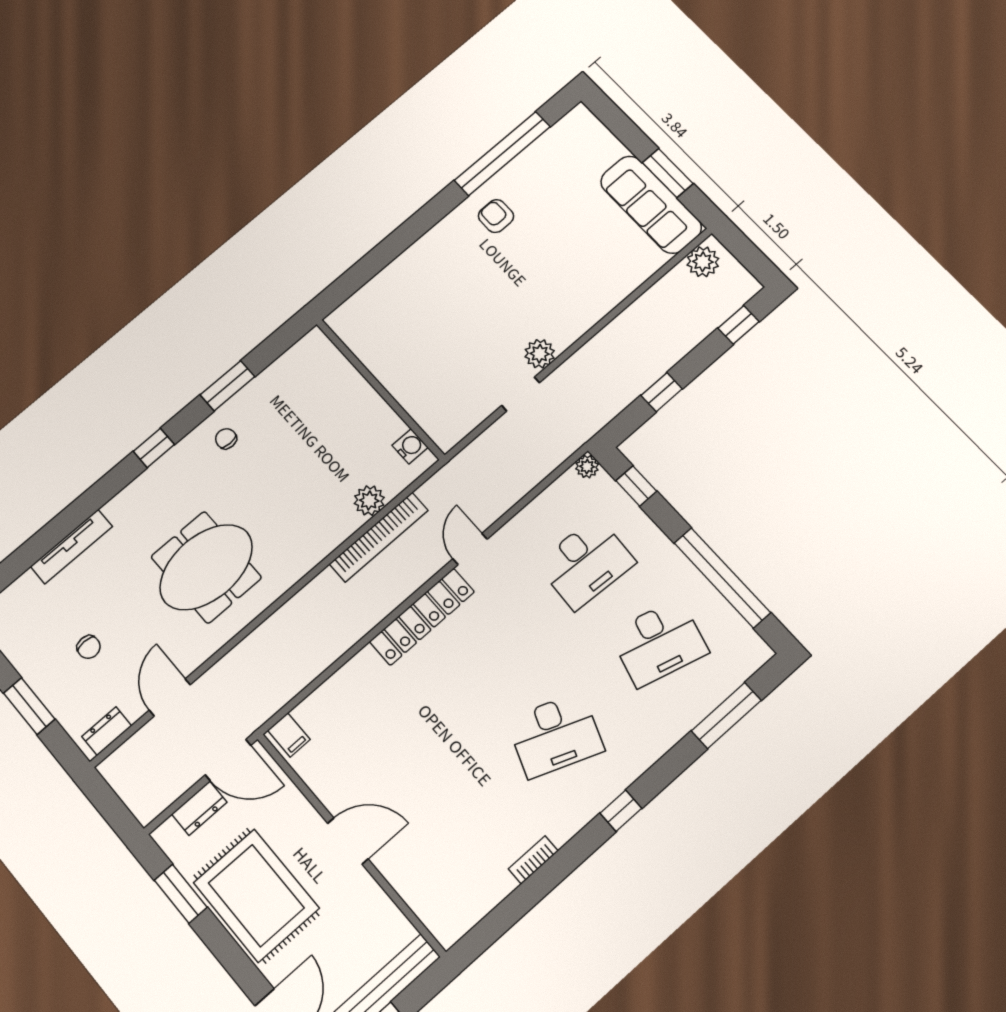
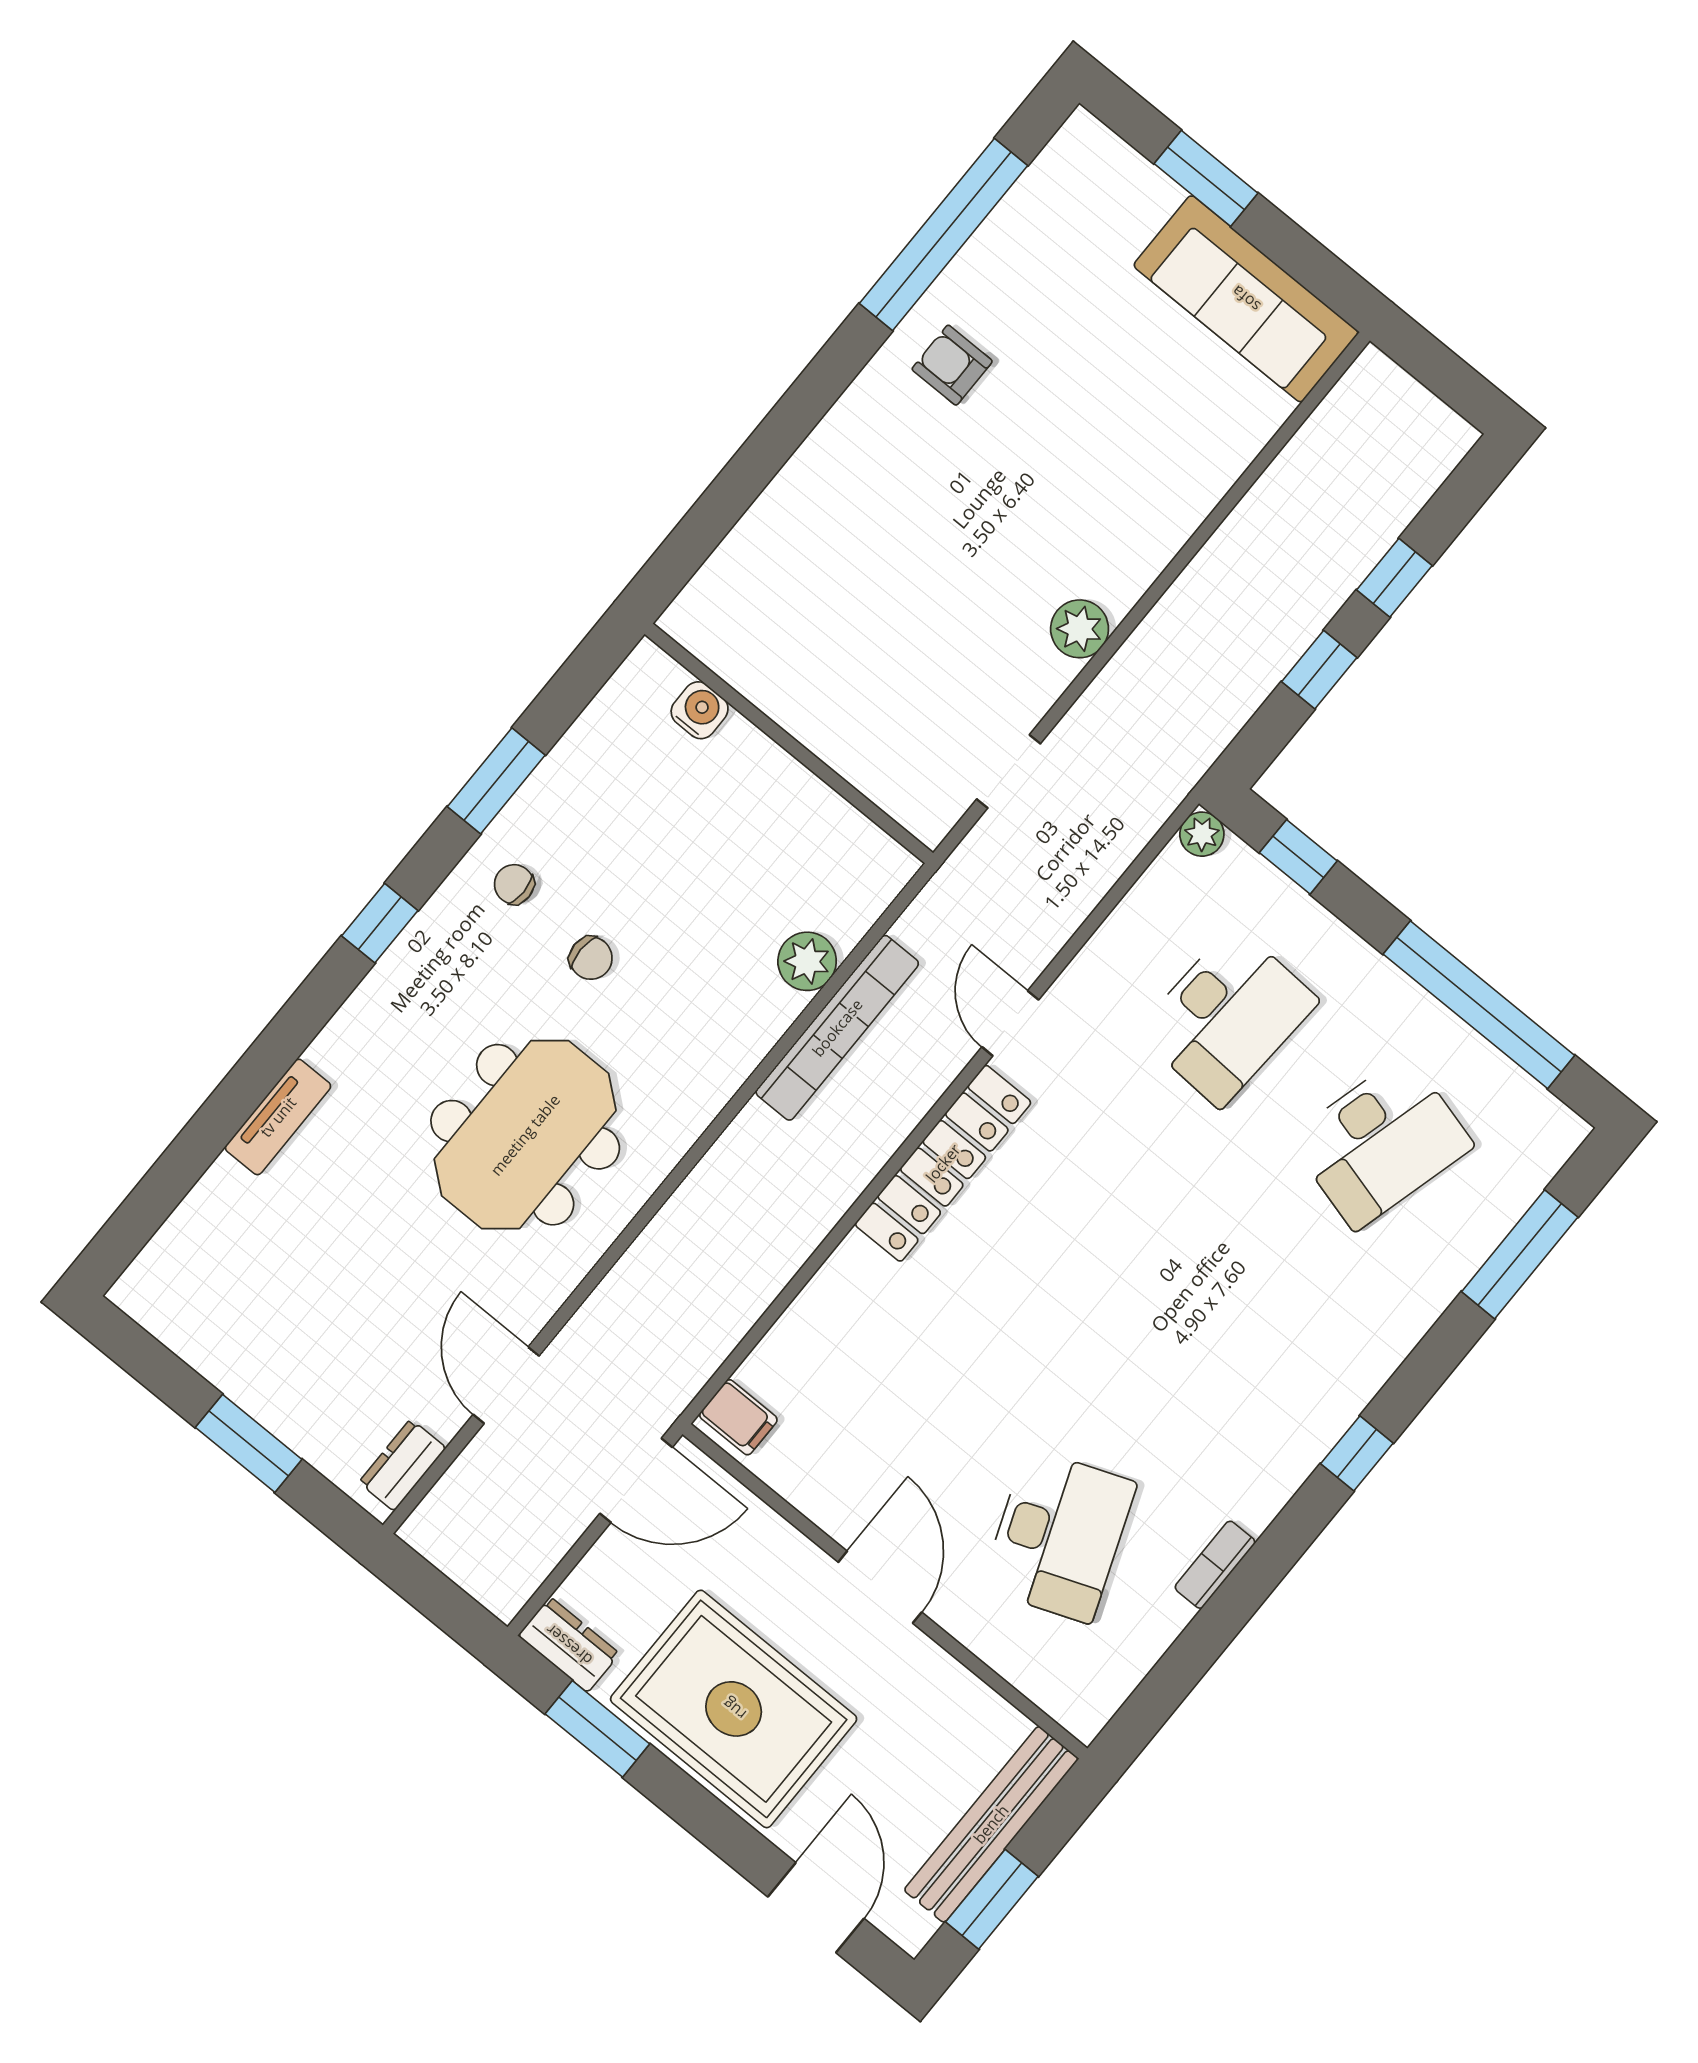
window: (668, 173) -> (1206, 178), moved
plant: (703, 262) -> (1361, 400), removed
window: (739, 325) -> (1394, 578), moved
doorway: (521, 394) -> (1009, 771), moved
water cooler: (410, 446) -> (700, 710), moved
tv unit: (71, 546) -> (278, 1117), width x0.71
chair: (89, 647) -> (591, 958), moved
desk: (555, 735) -> (1059, 1535), moved, turned -42
dresser: (199, 808) -> (569, 1645), moved, turned -90
door: (348, 841) -> (880, 1587), hinge flipped

